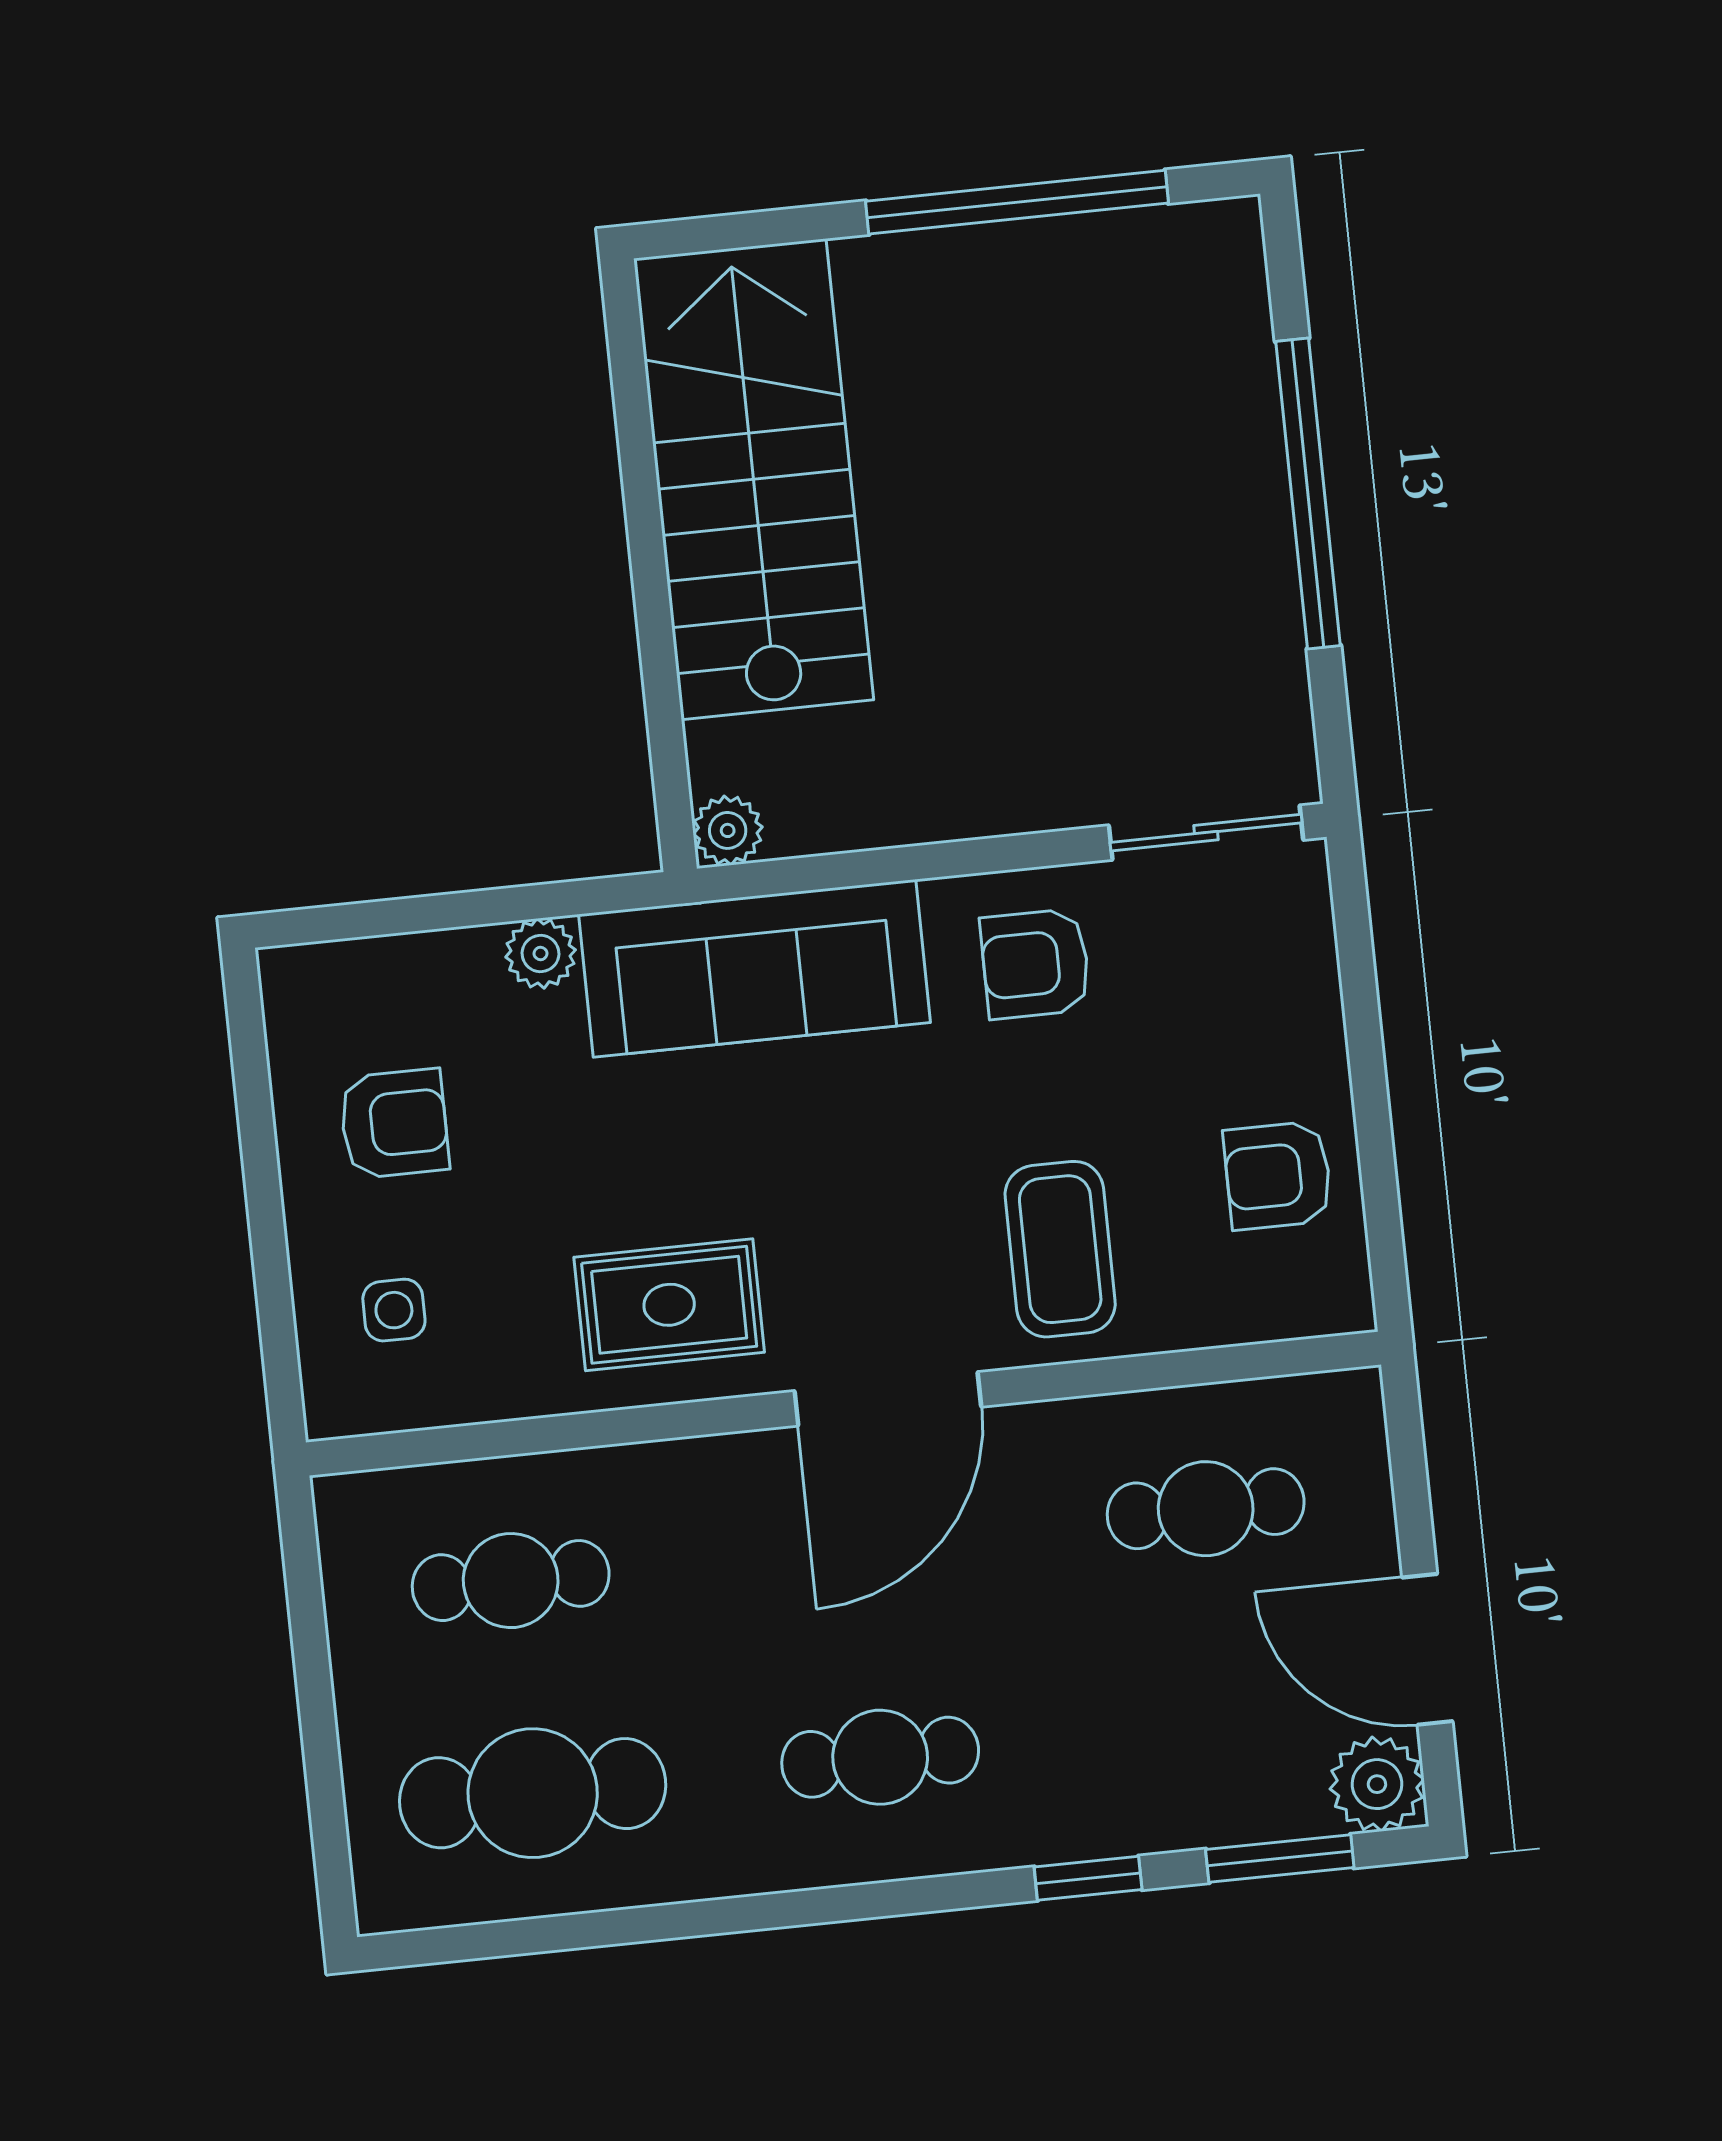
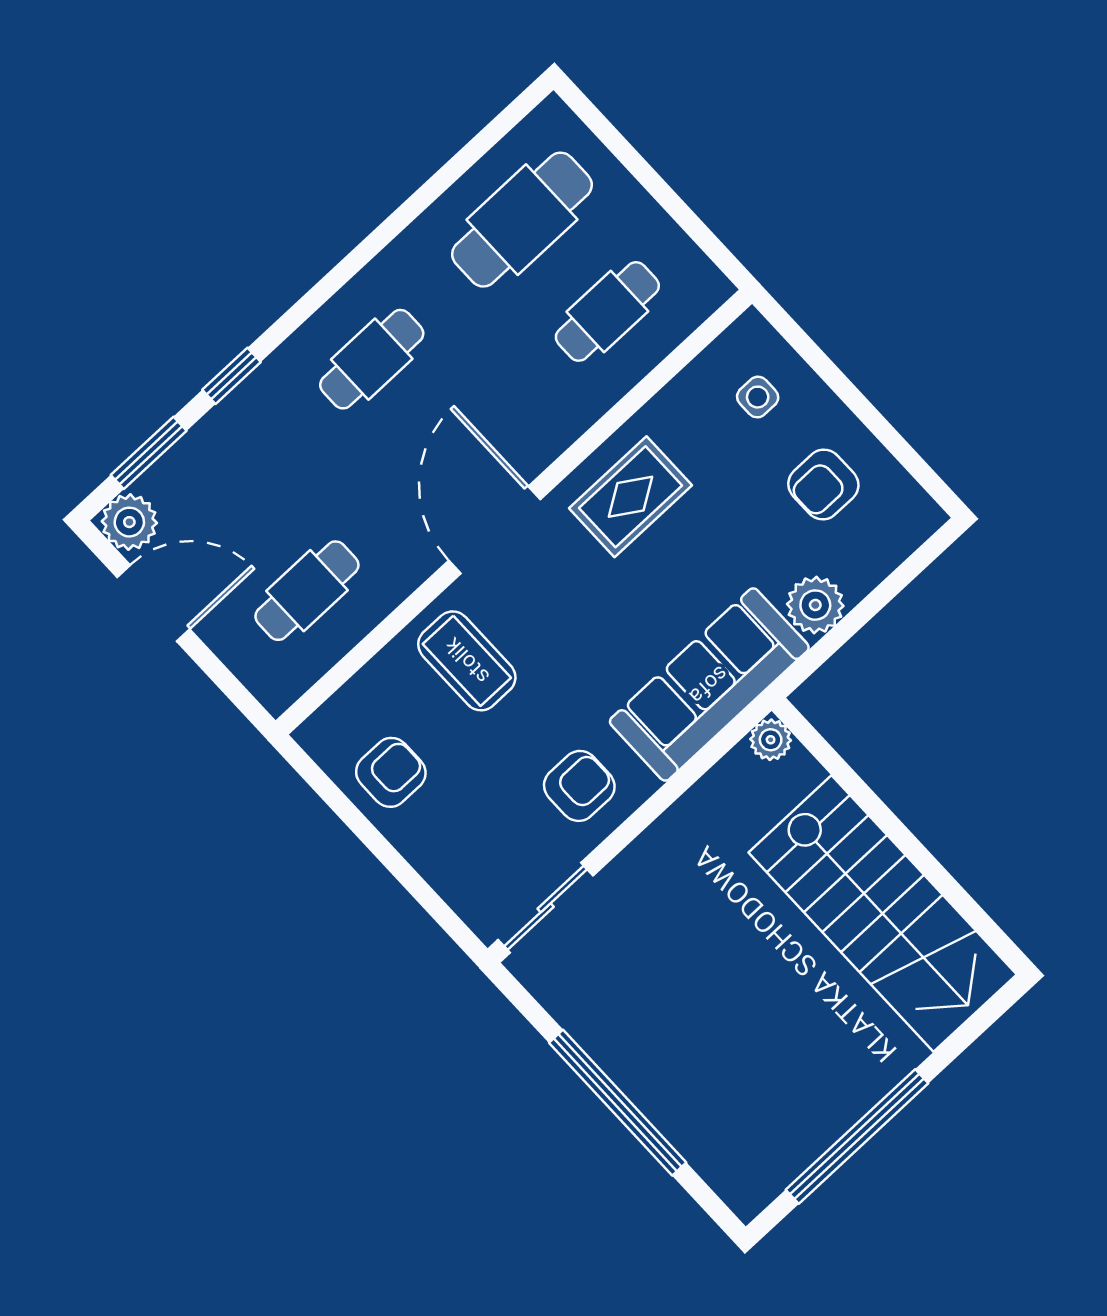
plant: (541, 953) -> (815, 605), width x1.38, depth x1.38

